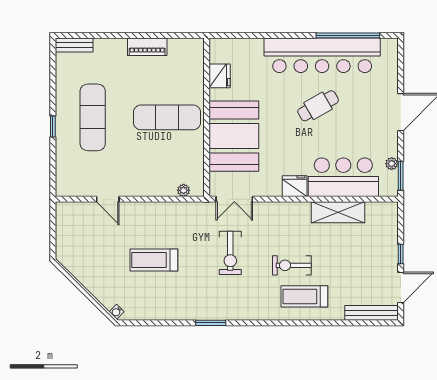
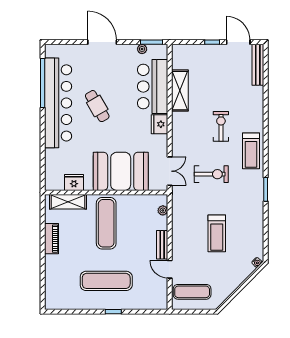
bench: (74, 45) -> (162, 245), moved
shelving: (195, 68) -> (68, 202), added
door: (108, 199) -> (170, 269), swing flipped
exercise mat: (79, 228) -> (192, 292), added
exercise bike: (292, 265) -> (221, 126), turned 180
treadmill: (304, 296) -> (251, 151), moved

